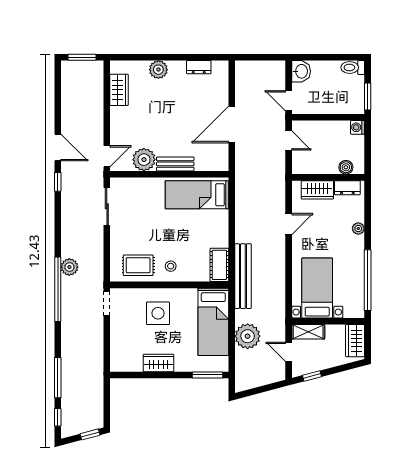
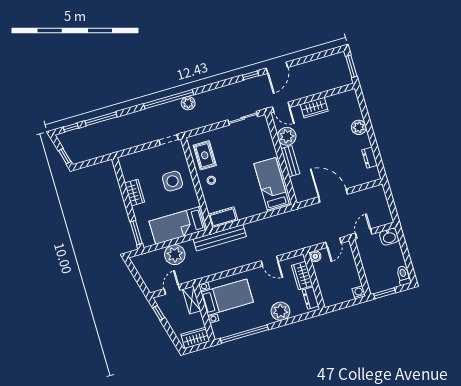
wardrobe: (119, 90) -> (314, 108), moved
boiler: (346, 167) -> (315, 256), moved
plant: (358, 229) -> (280, 311), width x1.88, depth x1.88

